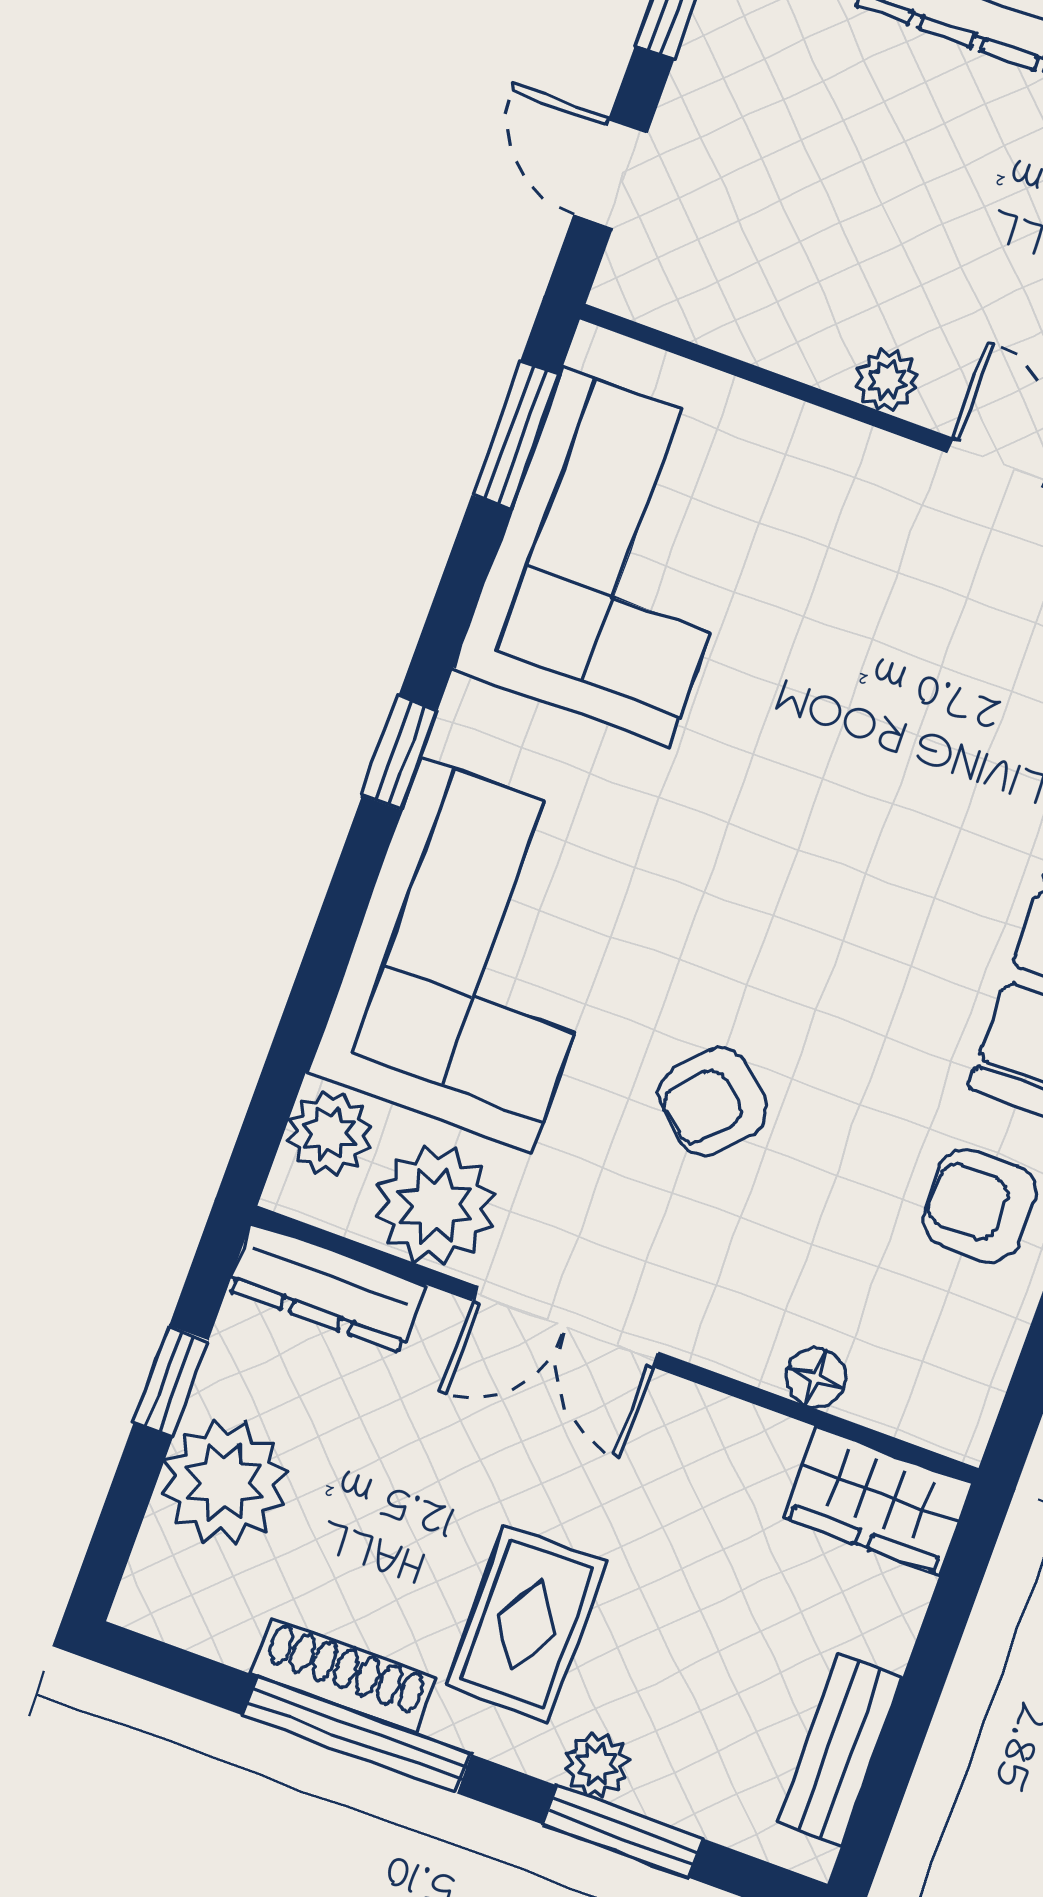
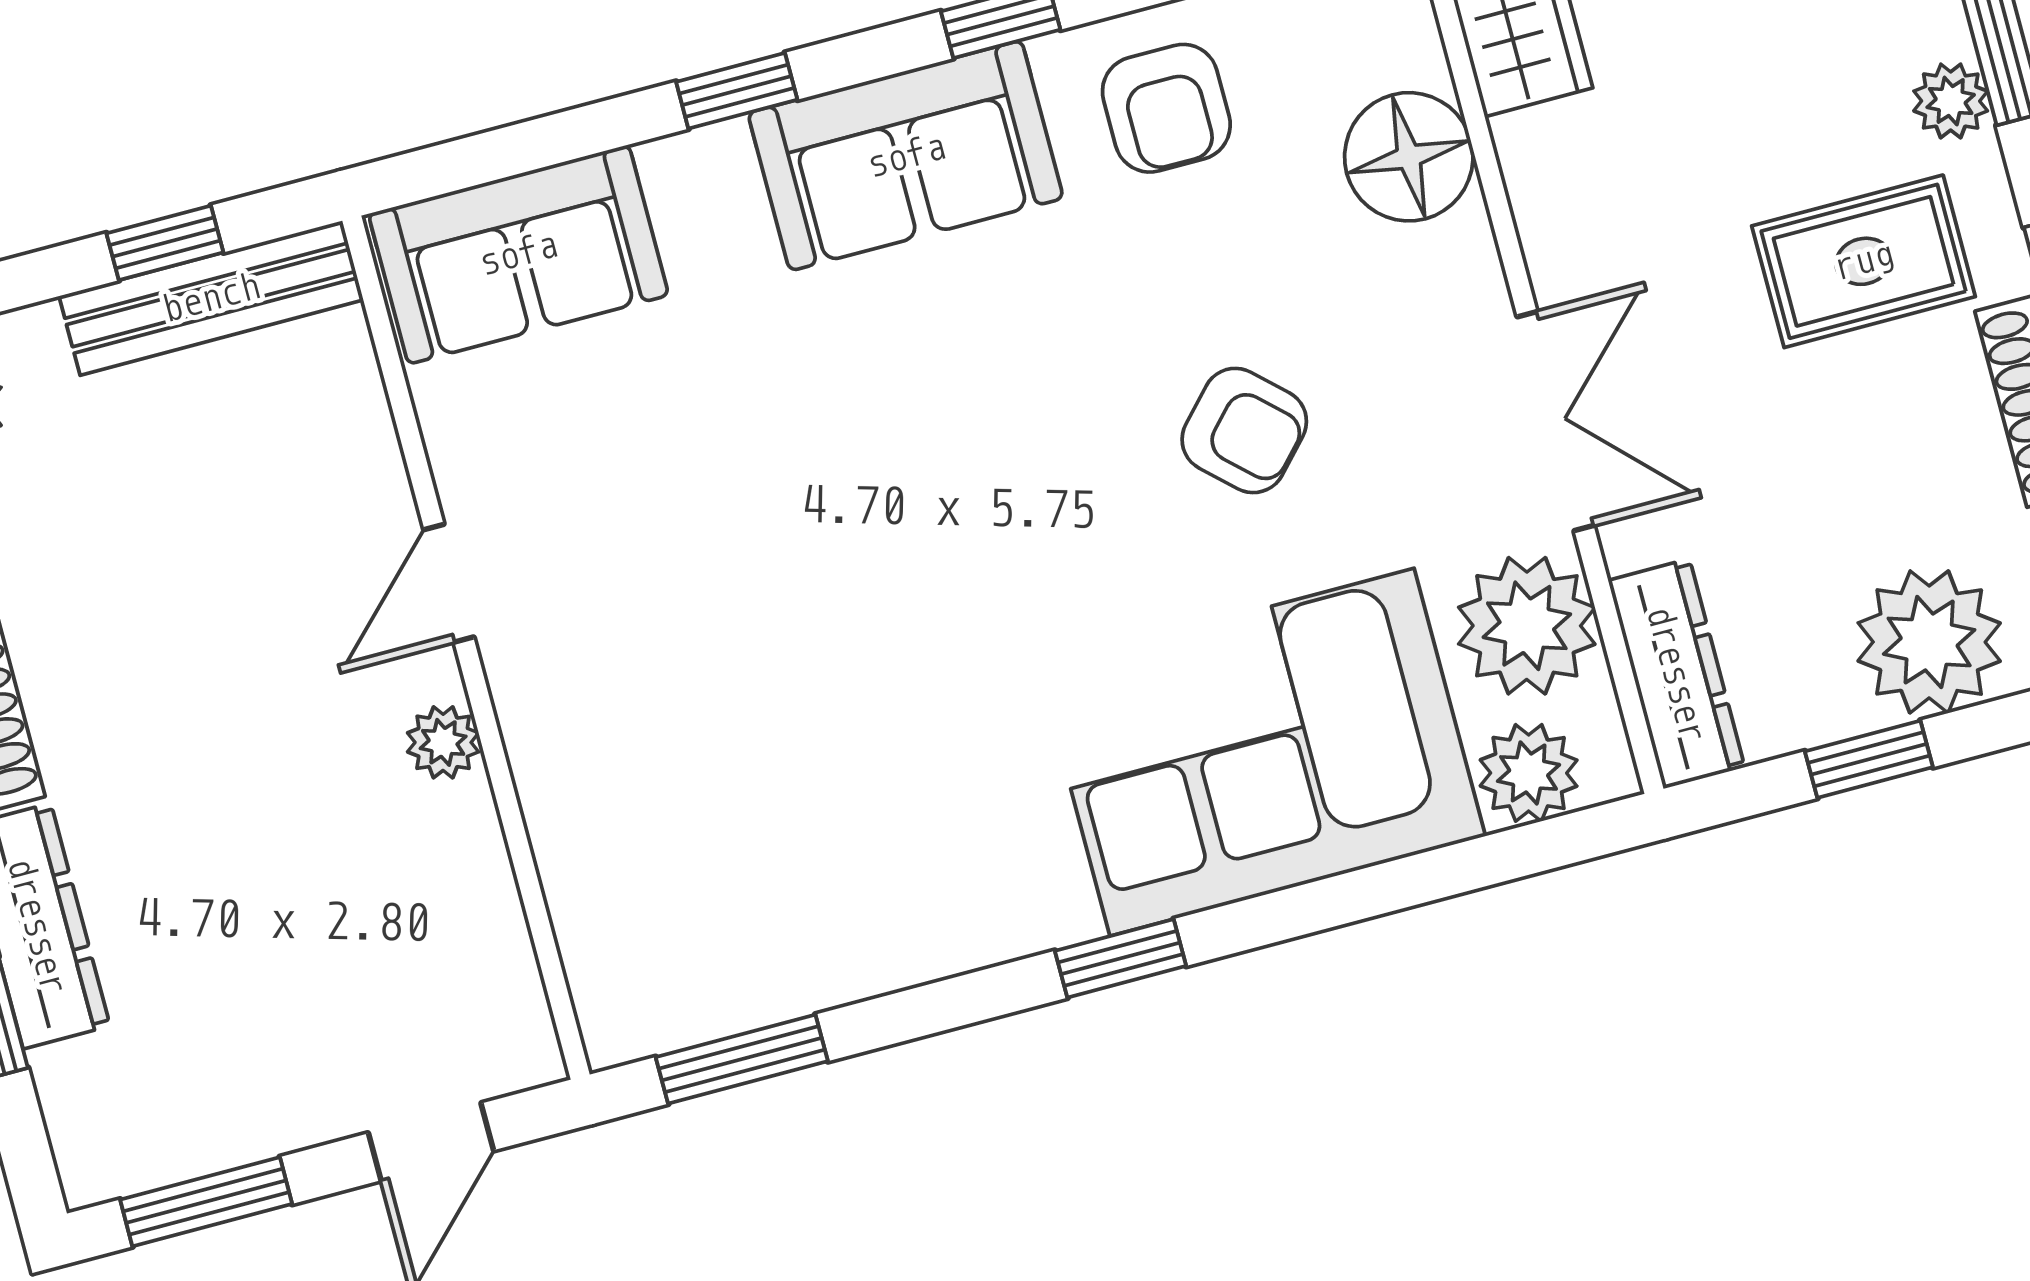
corner sofa: (615, 557) -> (792, 883), removed
floor lamp: (816, 1378) -> (1409, 157), width x1.89, depth x1.89

